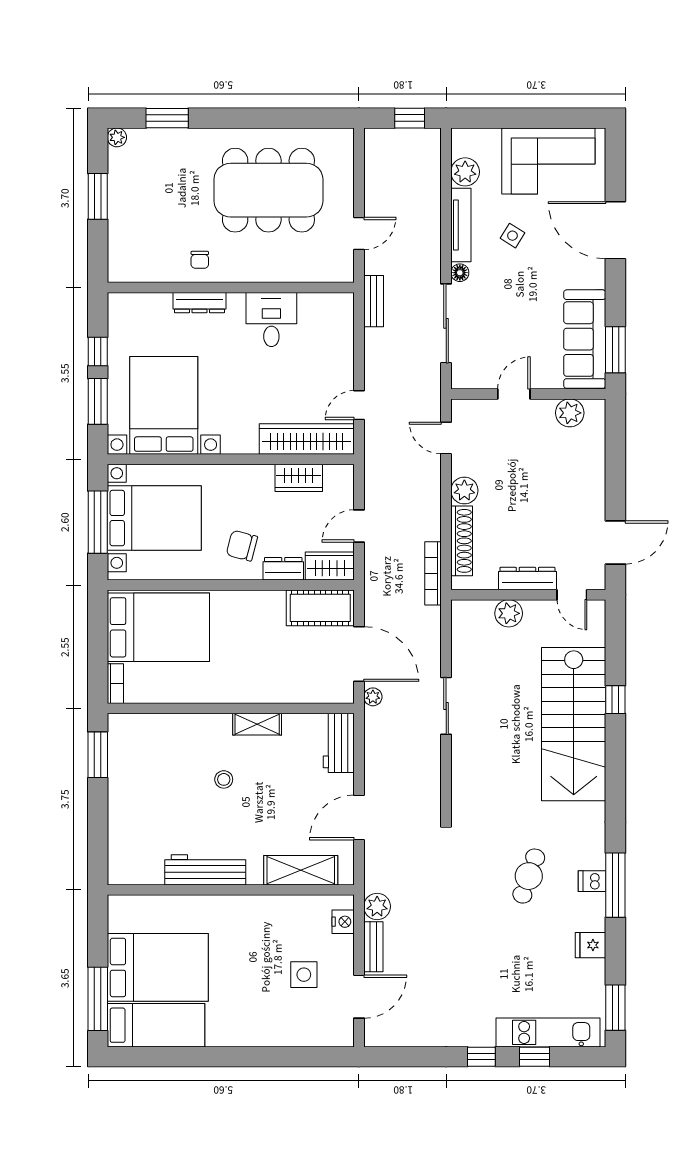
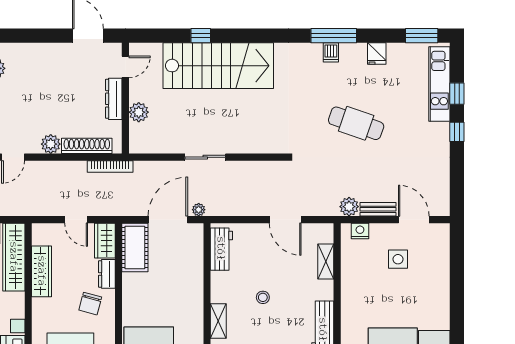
wardrobe: (299, 478) -> (42, 271), width x1.50
shelving: (257, 724) -> (218, 321), moved
workbench: (339, 743) -> (221, 249), moved, turned -90
stool: (224, 779) -> (263, 297), moved
shelving: (301, 870) -> (326, 261), width x0.67, depth x0.75
cafe table: (529, 876) -> (356, 123), moved, width x1.37, depth x1.35

